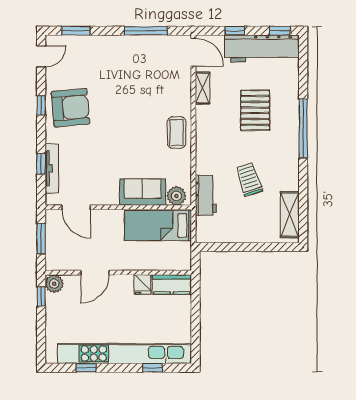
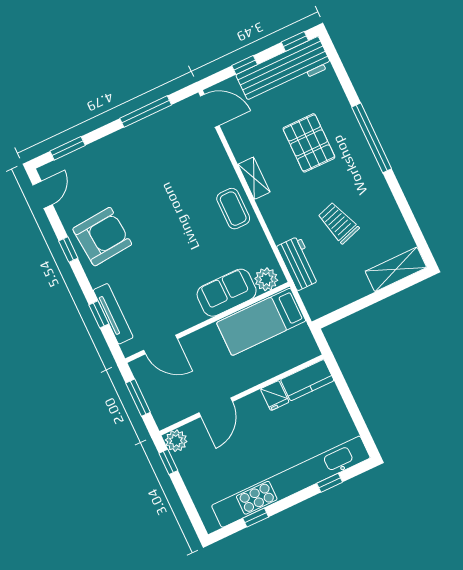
shelving: (202, 88) -> (254, 178), moved
shelving: (290, 215) -> (396, 269), moved, turned 90

